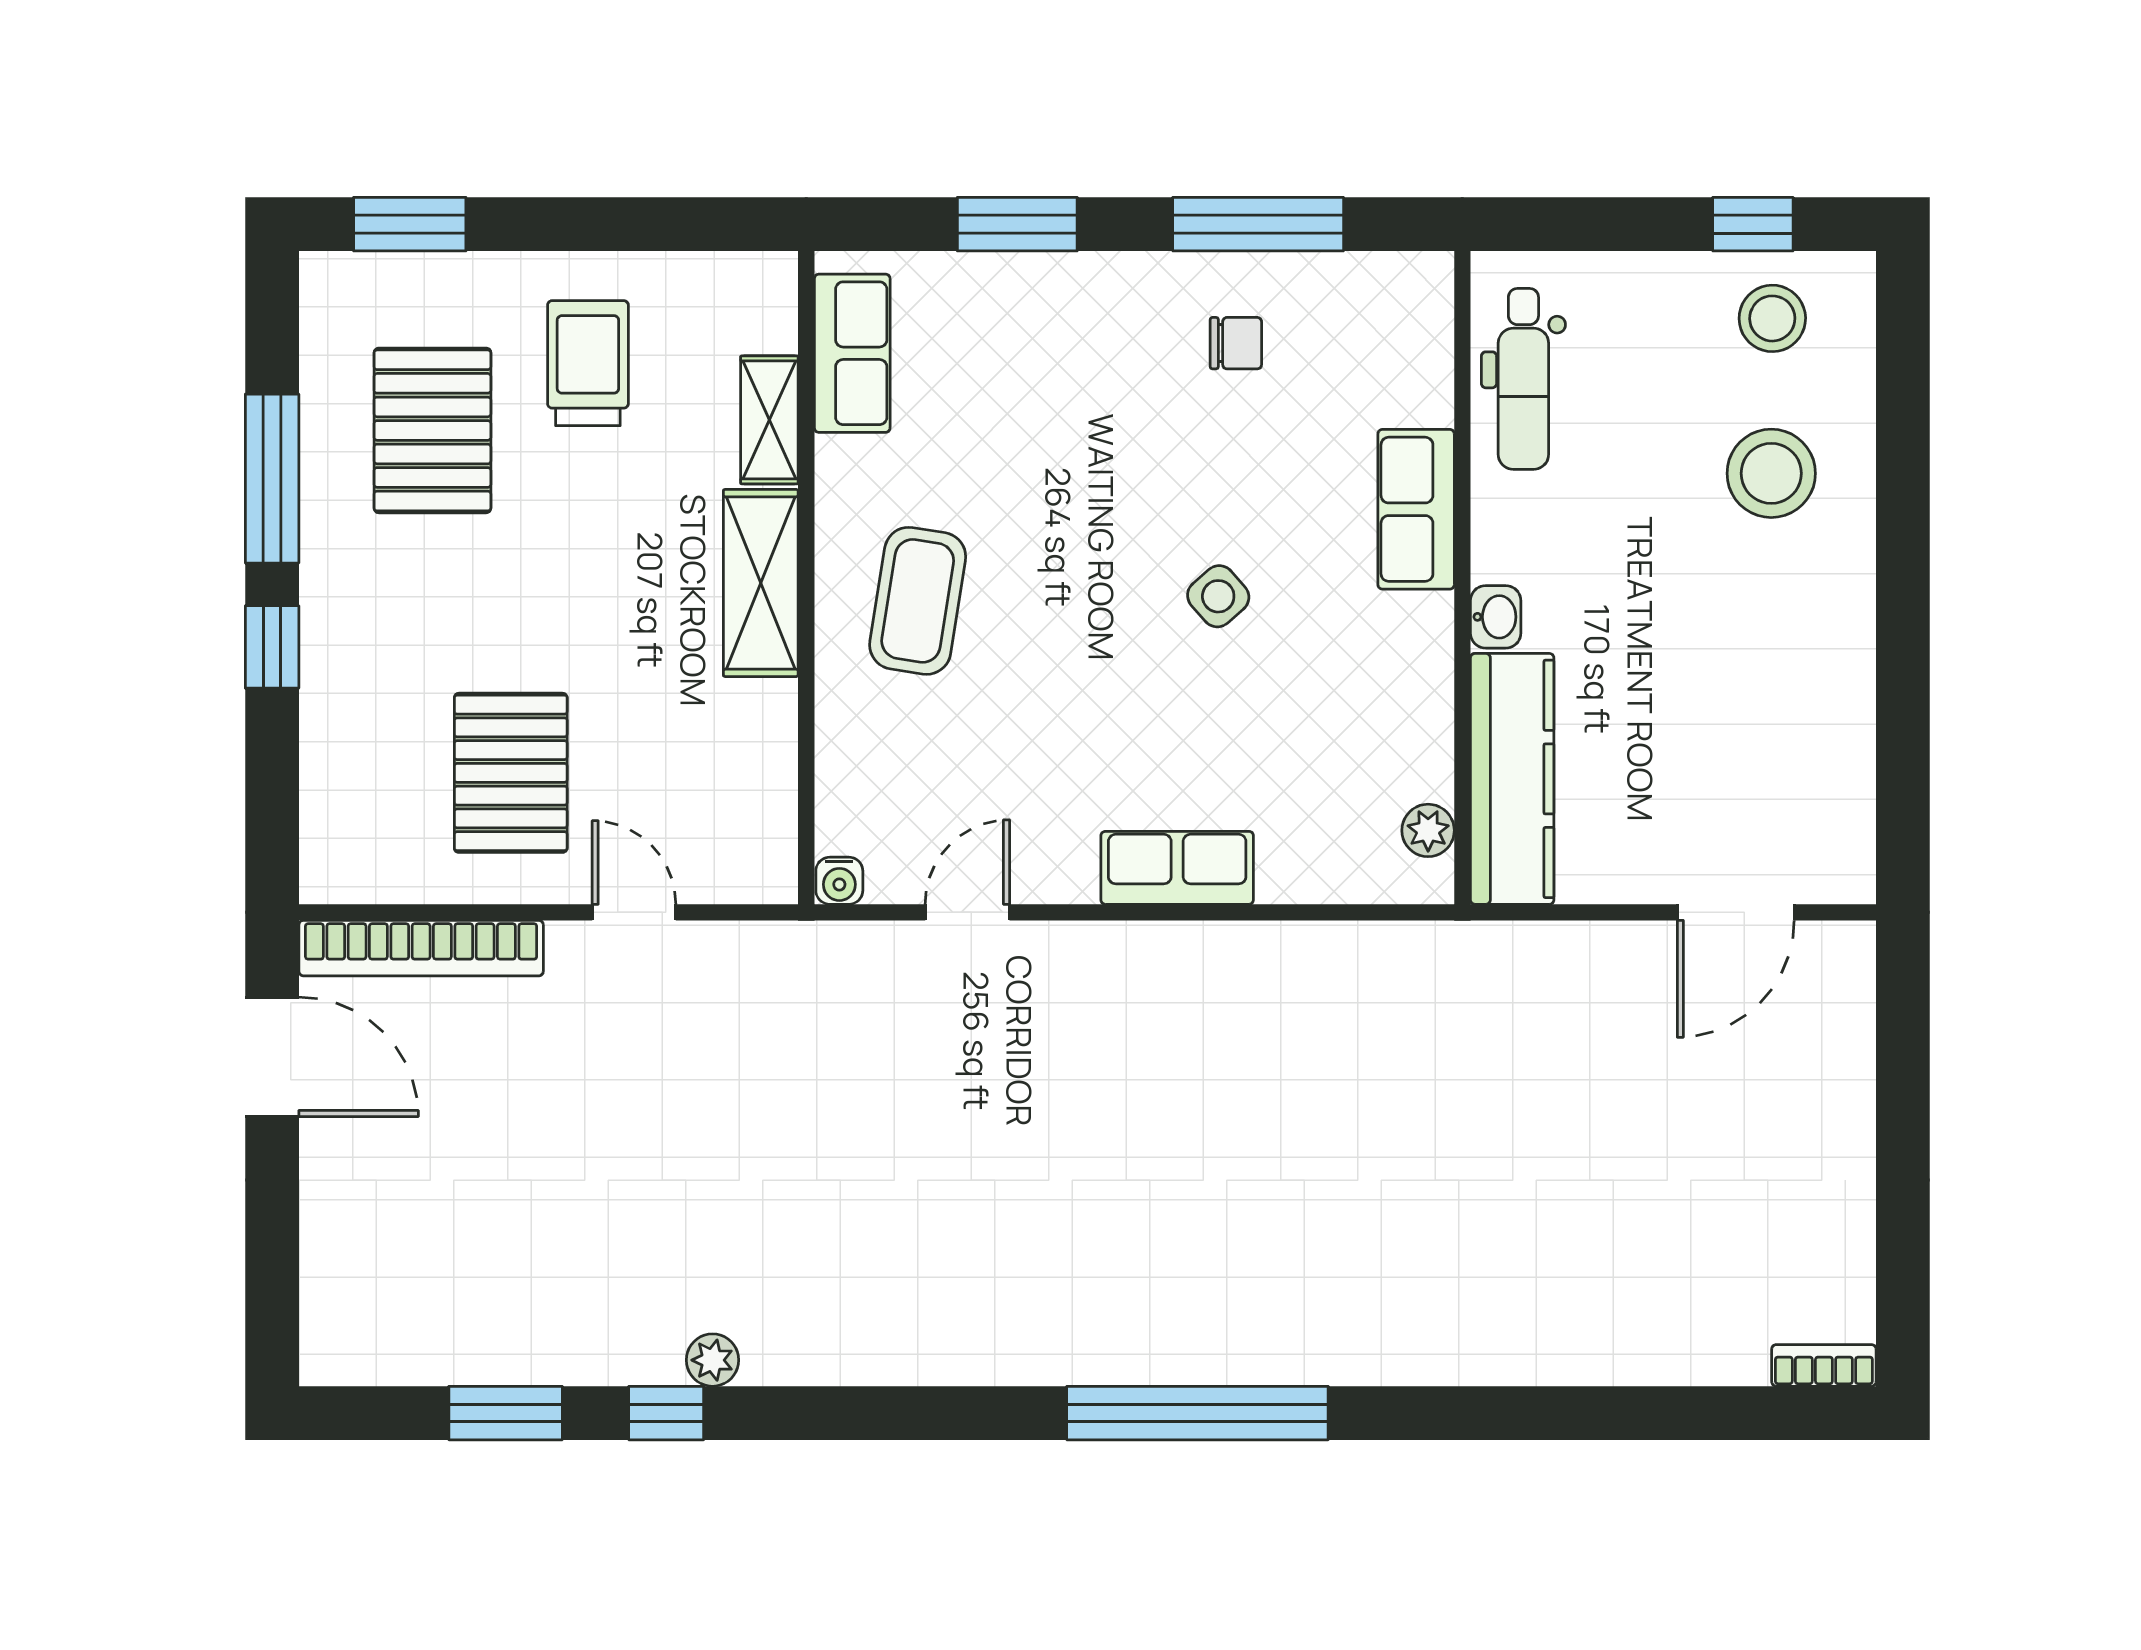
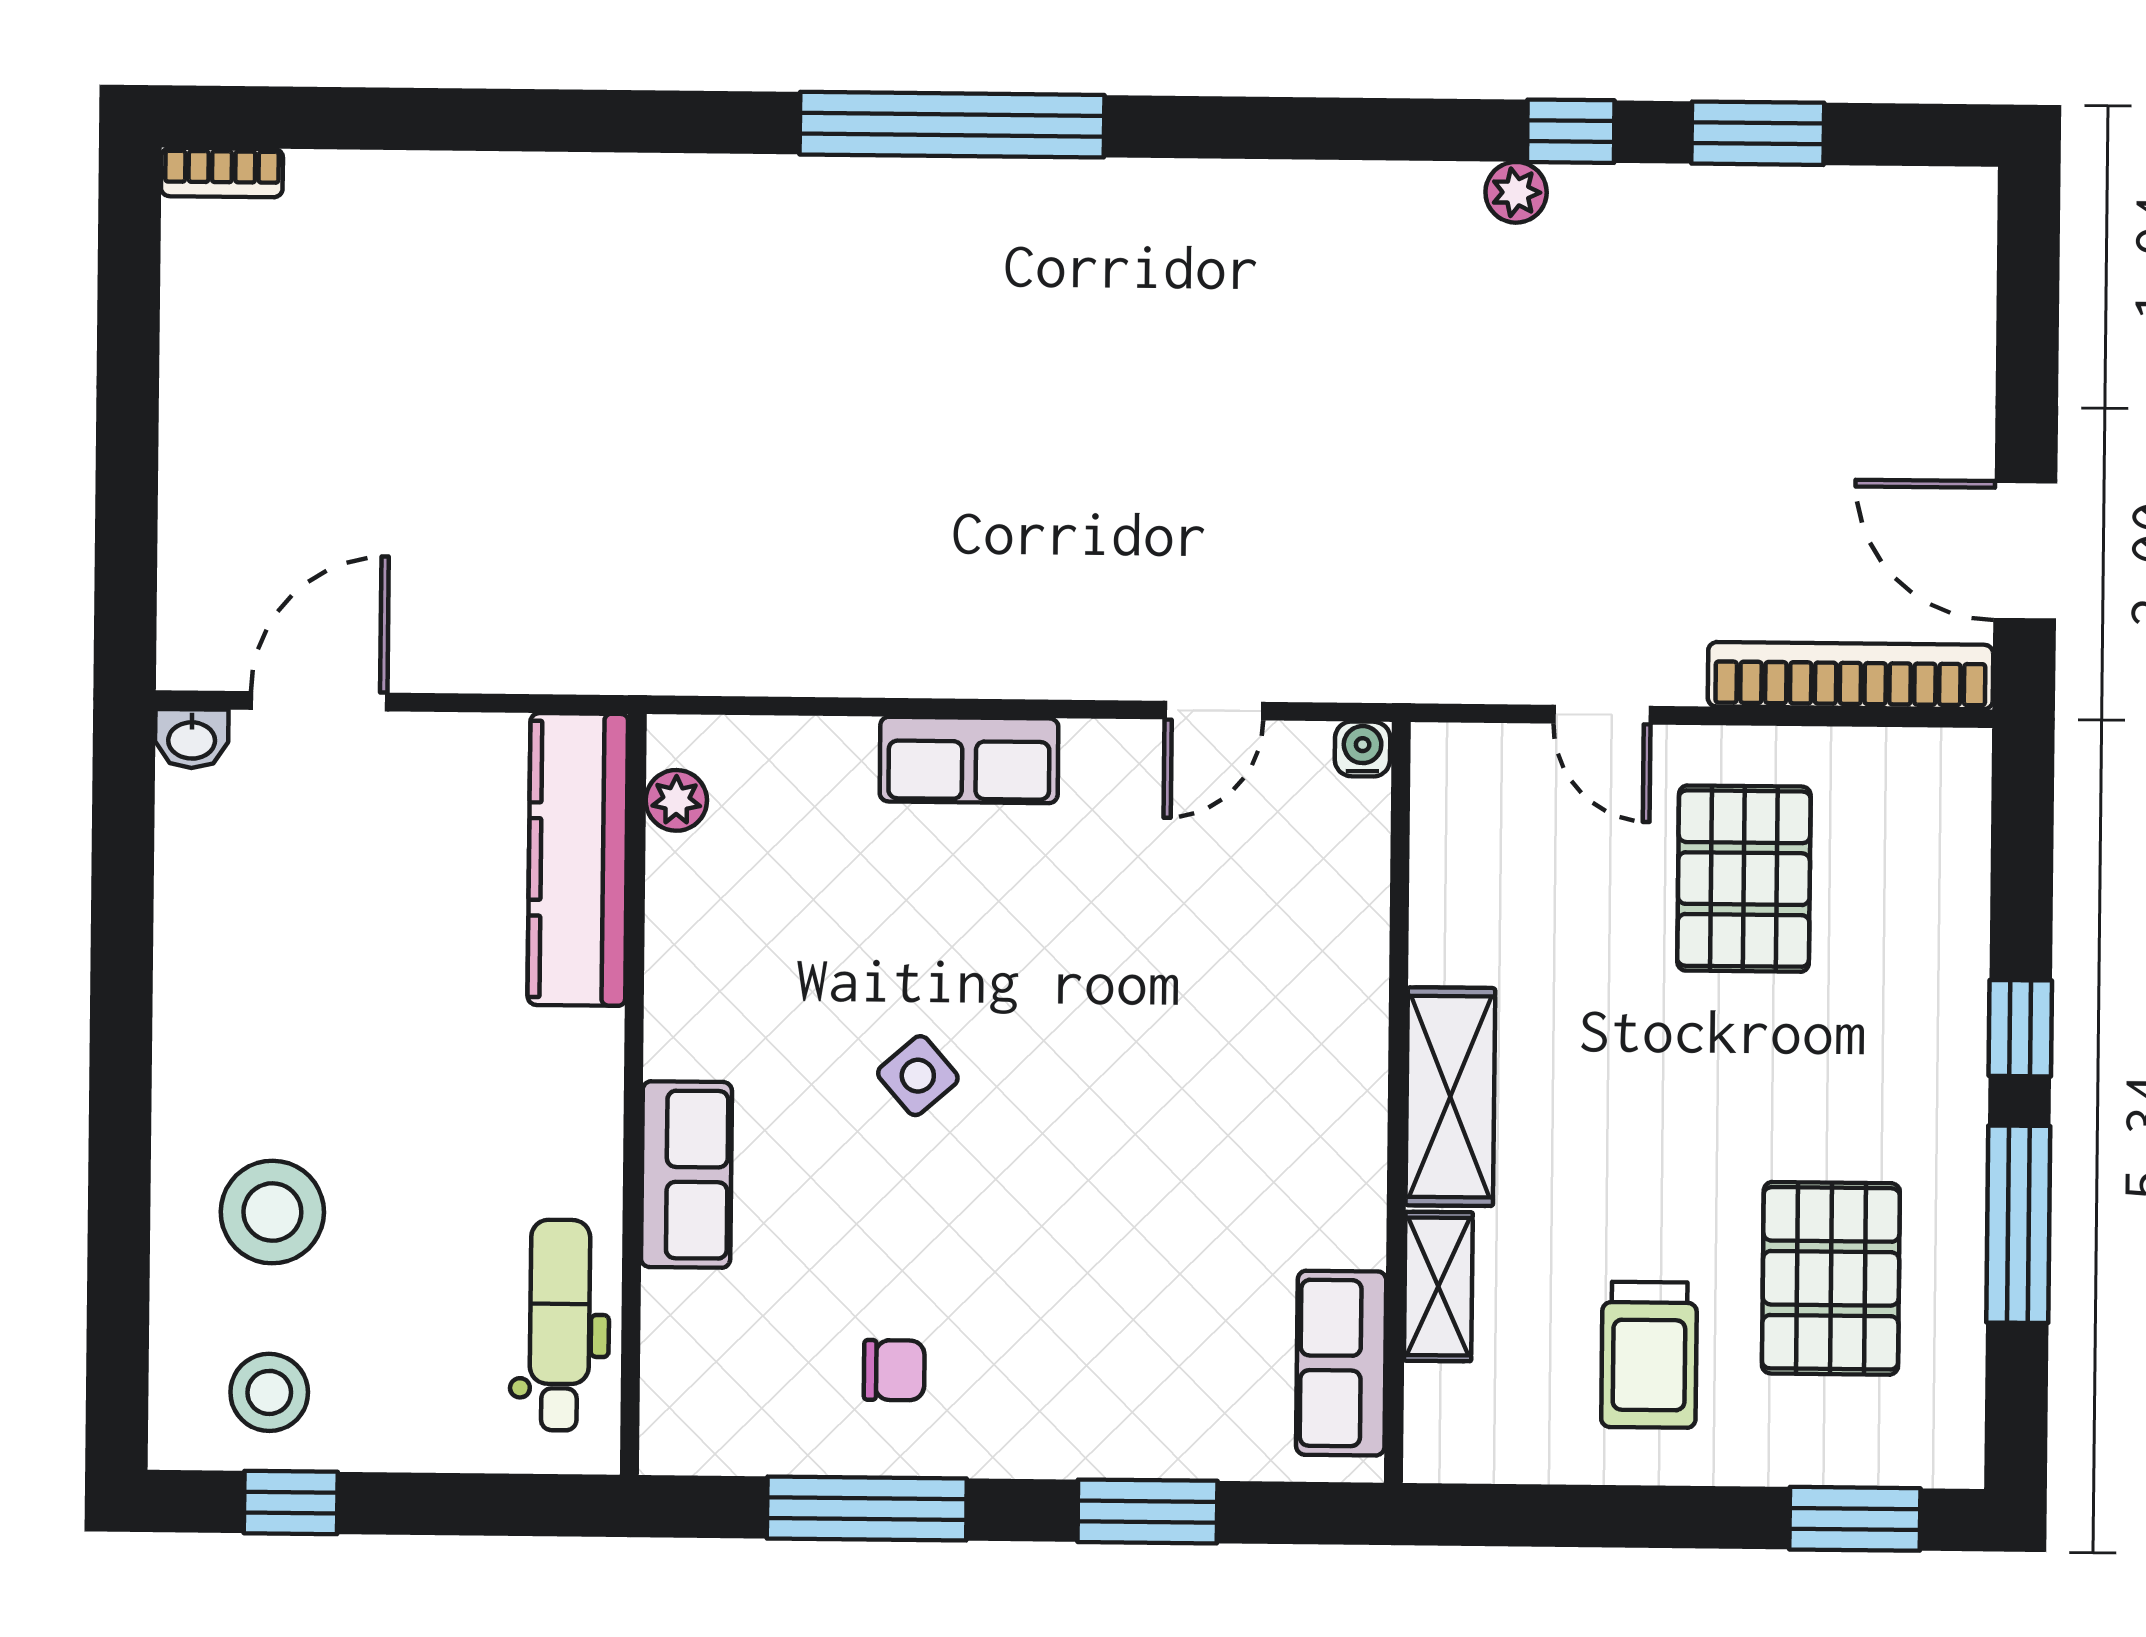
chair: (1236, 343) -> (894, 1370), turned 180
coffee table: (918, 601) -> (1268, 1074), removed
washbasin: (1496, 617) -> (192, 739), moved, turned -90

